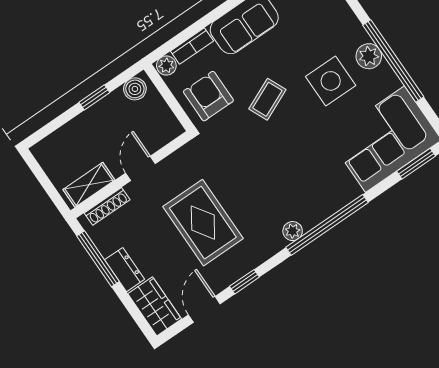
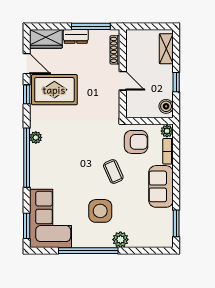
plant: (369, 56) -> (120, 240), moved
shelving: (89, 185) -> (166, 49), moved
rug: (203, 223) -> (54, 90), moved

